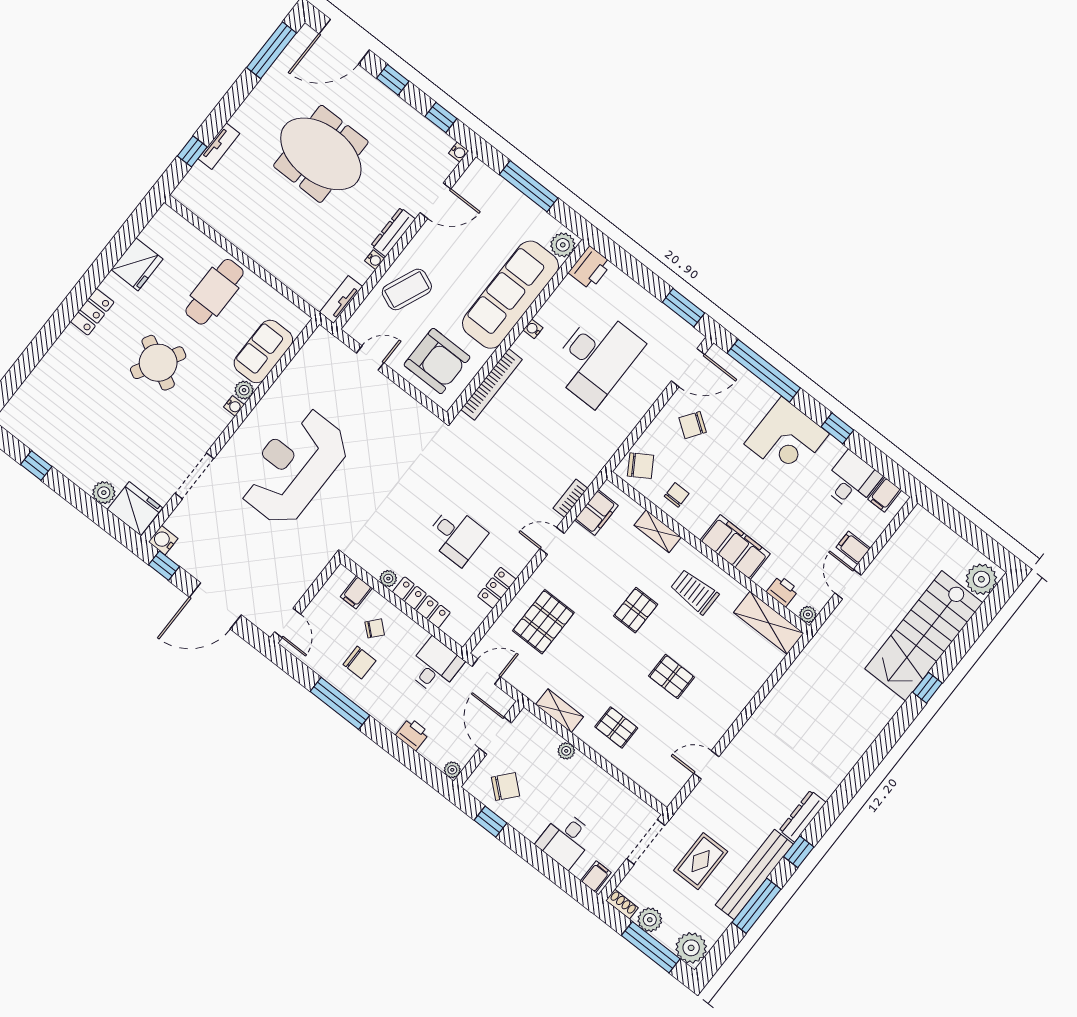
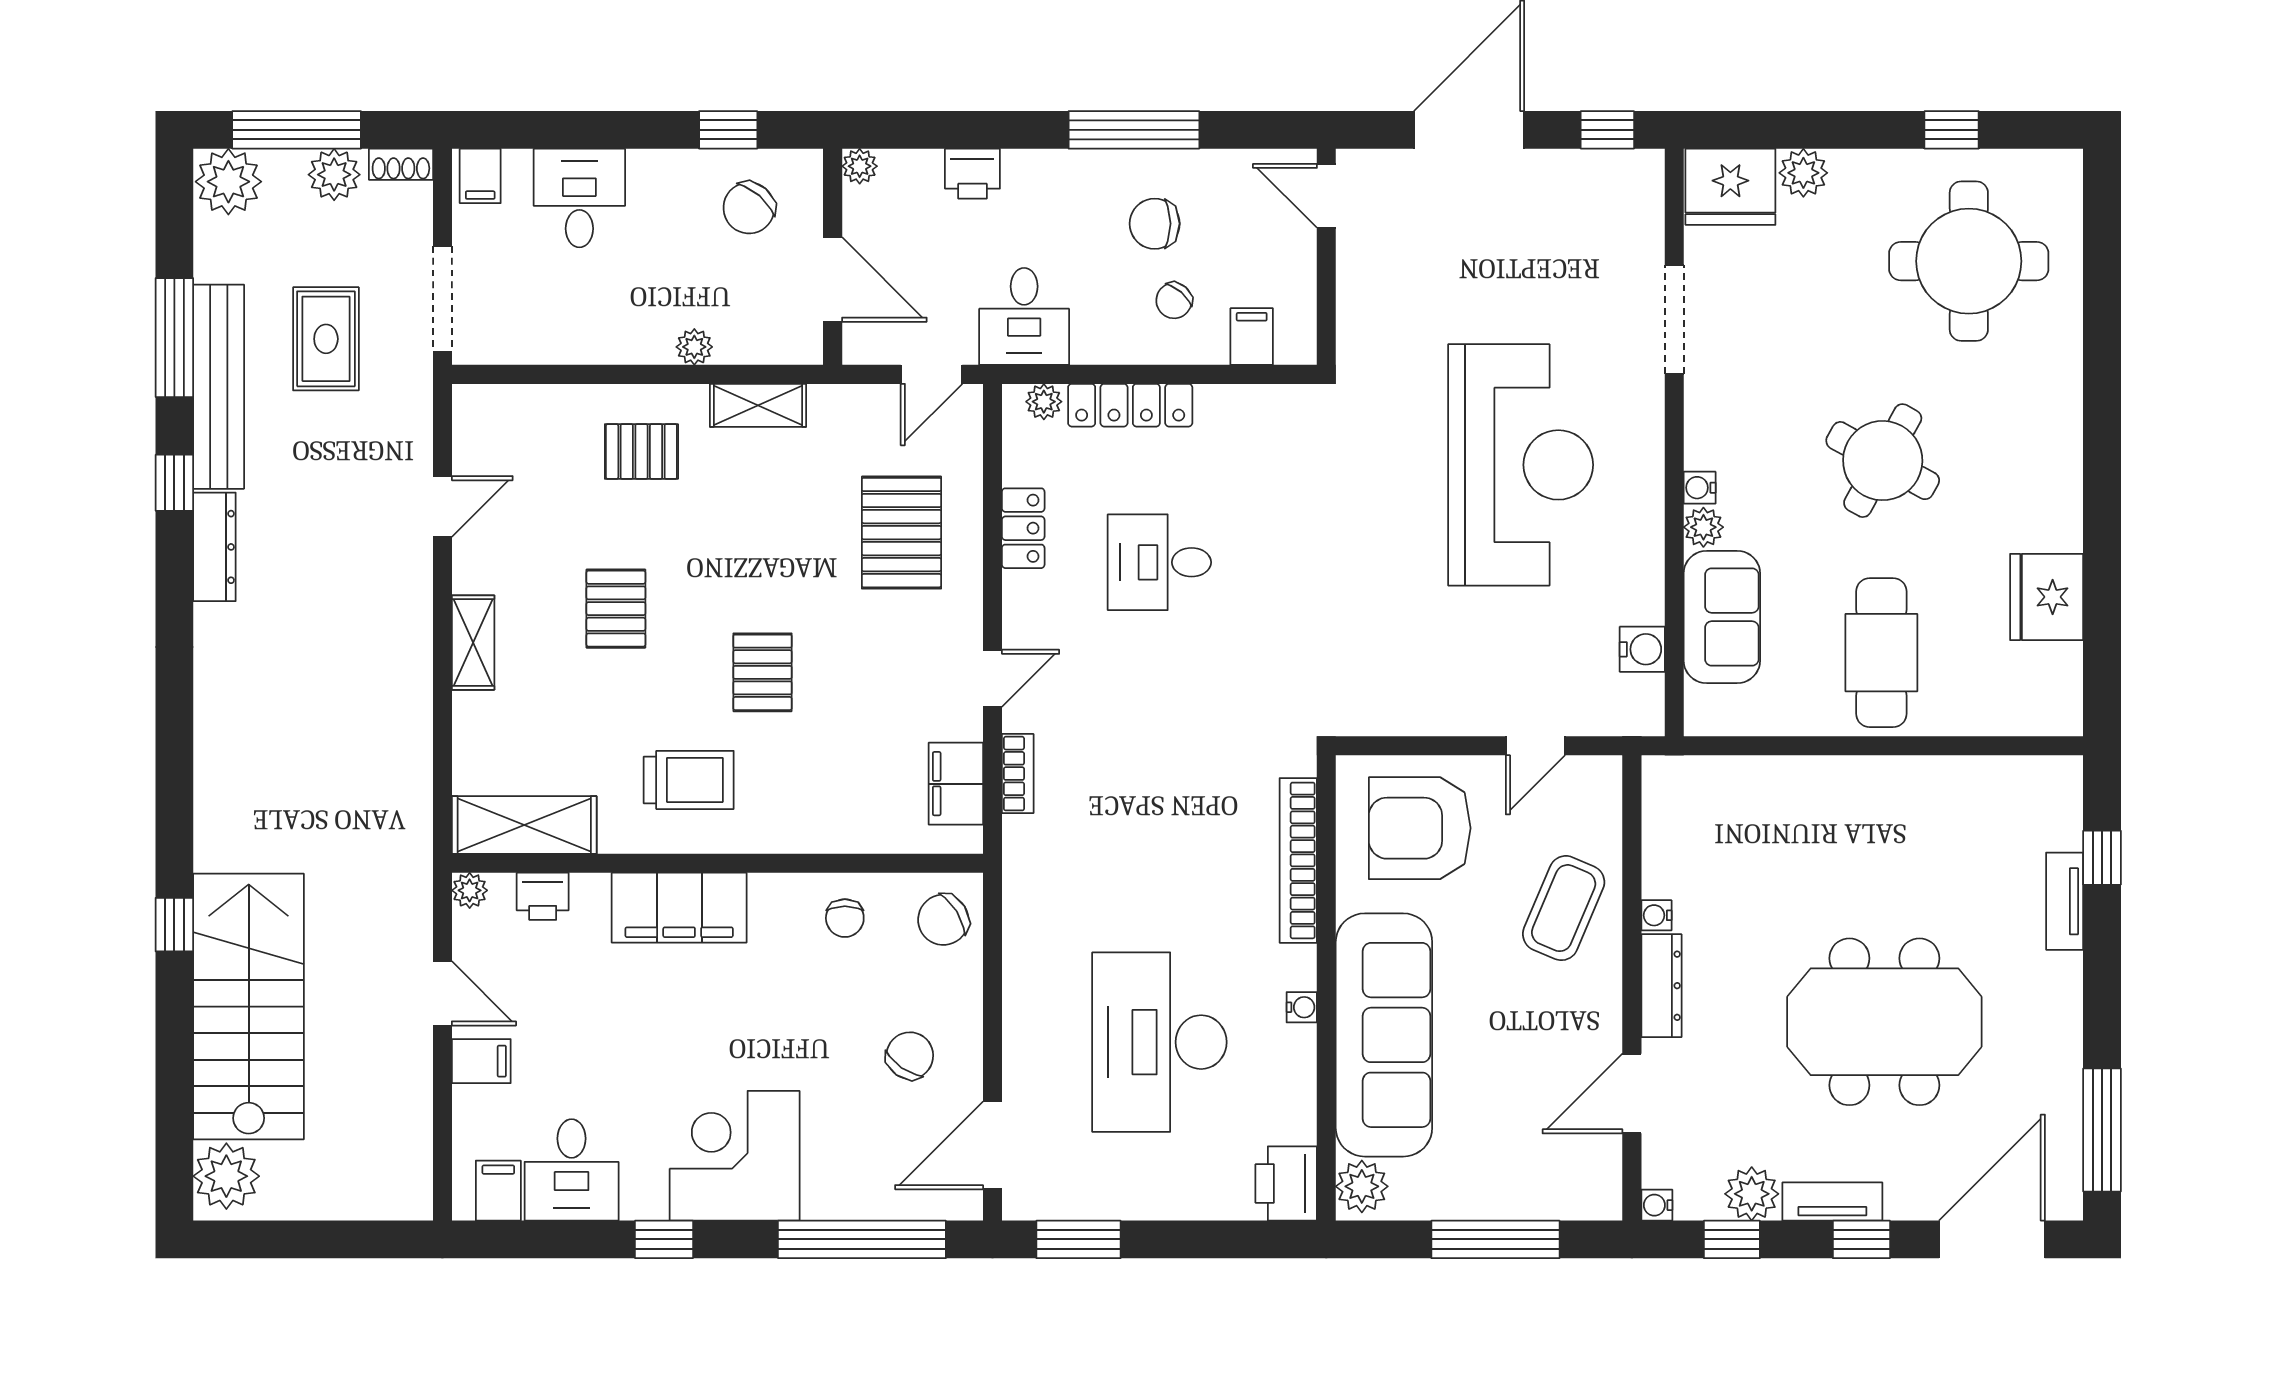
plant: (420, 129) -> (1752, 1194), added
tv unit: (341, 299) -> (1832, 1202), moved, turned -90
locker: (92, 312) -> (2059, 459), removed
round table: (68, 412) -> (1969, 261), added
shelving: (658, 531) -> (473, 643), moved, turned 90
water cooler: (163, 540) -> (1642, 649), moved
plant: (388, 579) -> (1044, 402), moved
pallet: (672, 677) -> (616, 609), turned 90

